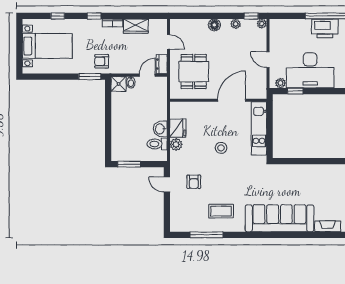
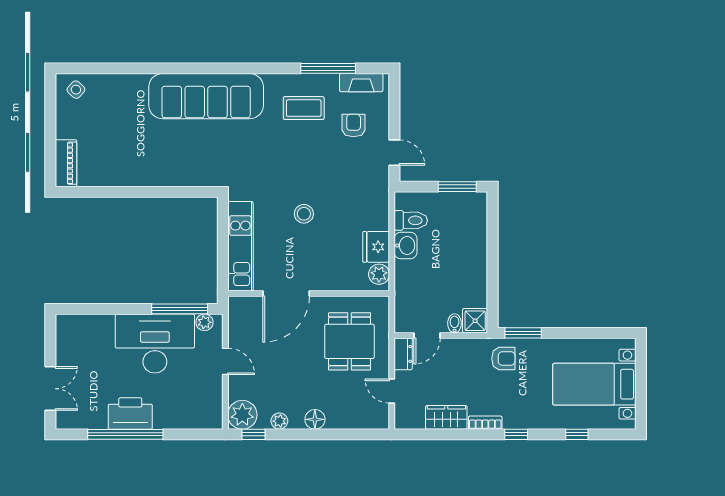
plant: (262, 24) -> (242, 415), width x1.88, depth x1.88
window: (295, 91) -> (180, 309), width x2.17
plant: (176, 144) -> (379, 274), moved
armchair: (194, 182) -> (354, 125), moved
fireplace: (328, 226) -> (361, 83), moved

